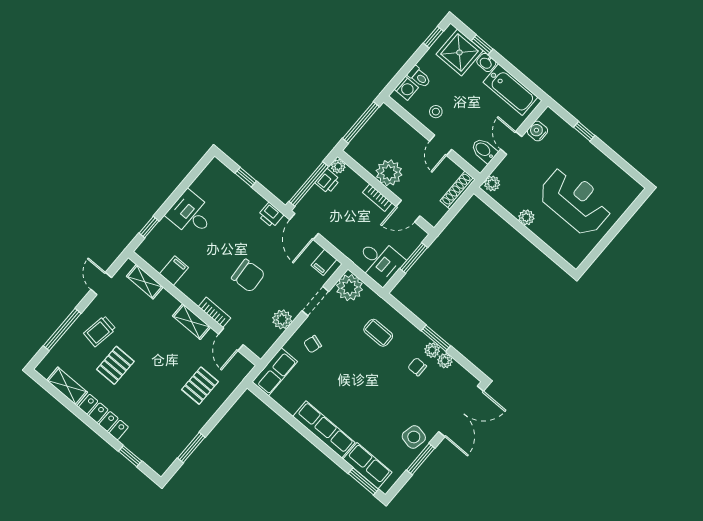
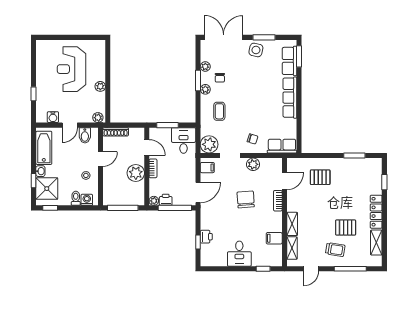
printer: (271, 215) -> (206, 237), moved
shelving: (191, 322) -> (292, 224), moved
plant: (432, 350) -> (205, 89), moved

